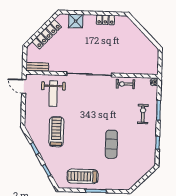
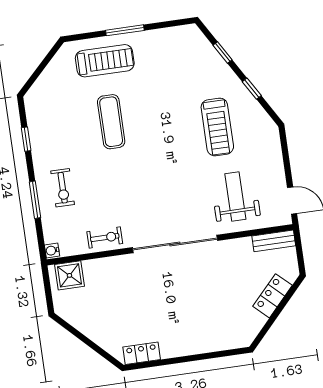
locker: (105, 20) -> (142, 353), moved
shower: (76, 21) -> (69, 275), moved
locker: (47, 34) -> (273, 296), width x0.66
treadmill: (83, 176) -> (105, 61), moved

